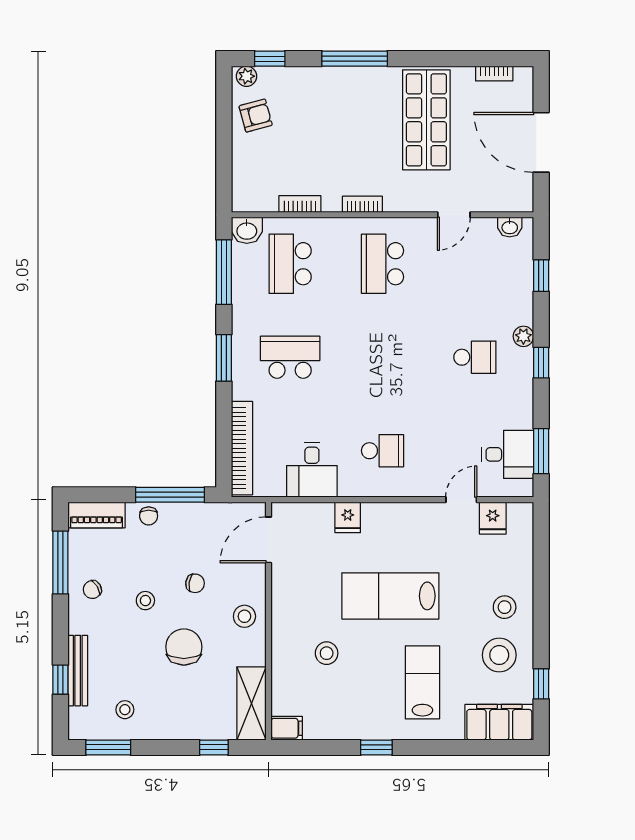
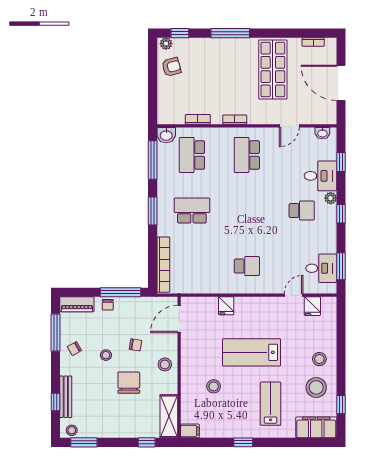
desk: (312, 470) -> (320, 176), moved, turned -90
stool: (125, 710) -> (72, 430), moved

